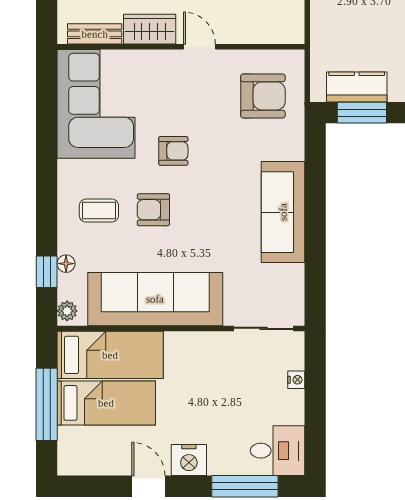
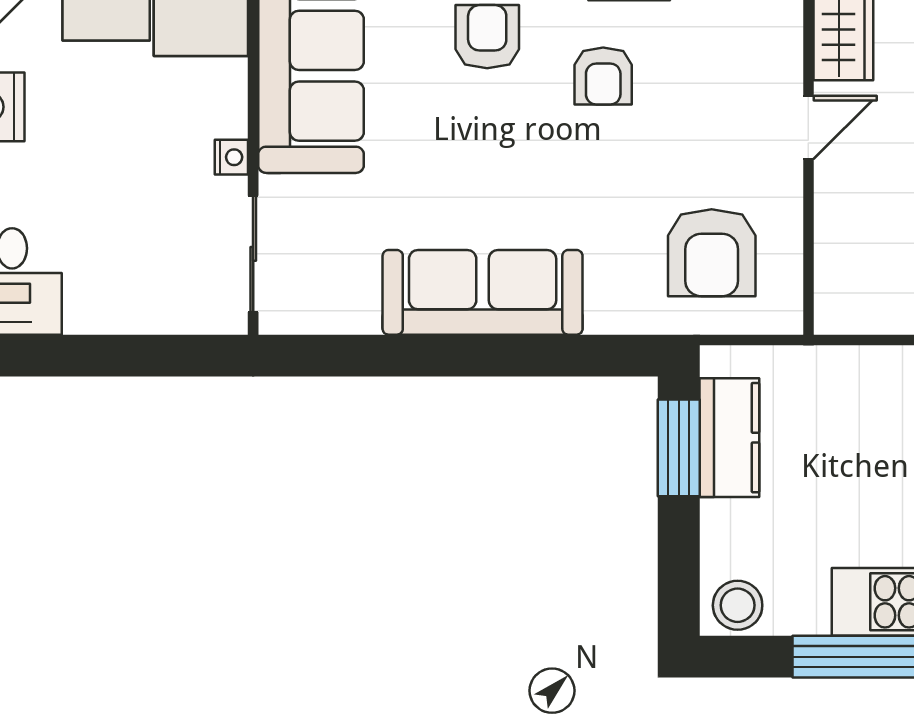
nightstand: (296, 380) -> (231, 157), moved, turned -90

